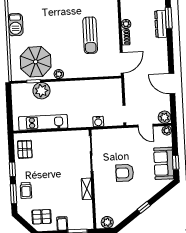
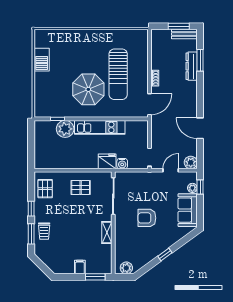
plant: (126, 24) -> (156, 64), removed
sun lounger: (90, 35) -> (118, 74), width x1.36, depth x1.34
parasol: (36, 62) -> (88, 89), moved
plant: (59, 74) -> (84, 113), removed
fridge: (84, 120) -> (107, 161), added
kitchen unit: (43, 122) -> (100, 127), moved, turned 180
door: (145, 126) -> (171, 170), swing flipped
plant: (167, 131) -> (192, 188), moved
window: (176, 162) -> (200, 187), moved
pallet: (42, 217) -> (81, 187), moved

